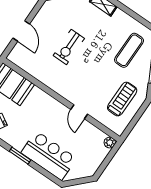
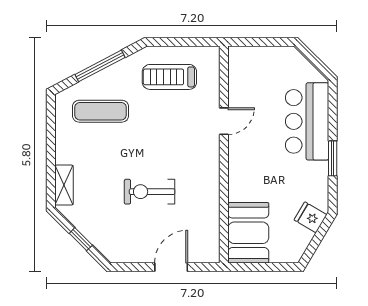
exercise bike: (69, 47) -> (150, 192), turned 180
plant: (110, 143) -> (236, 54), removed

